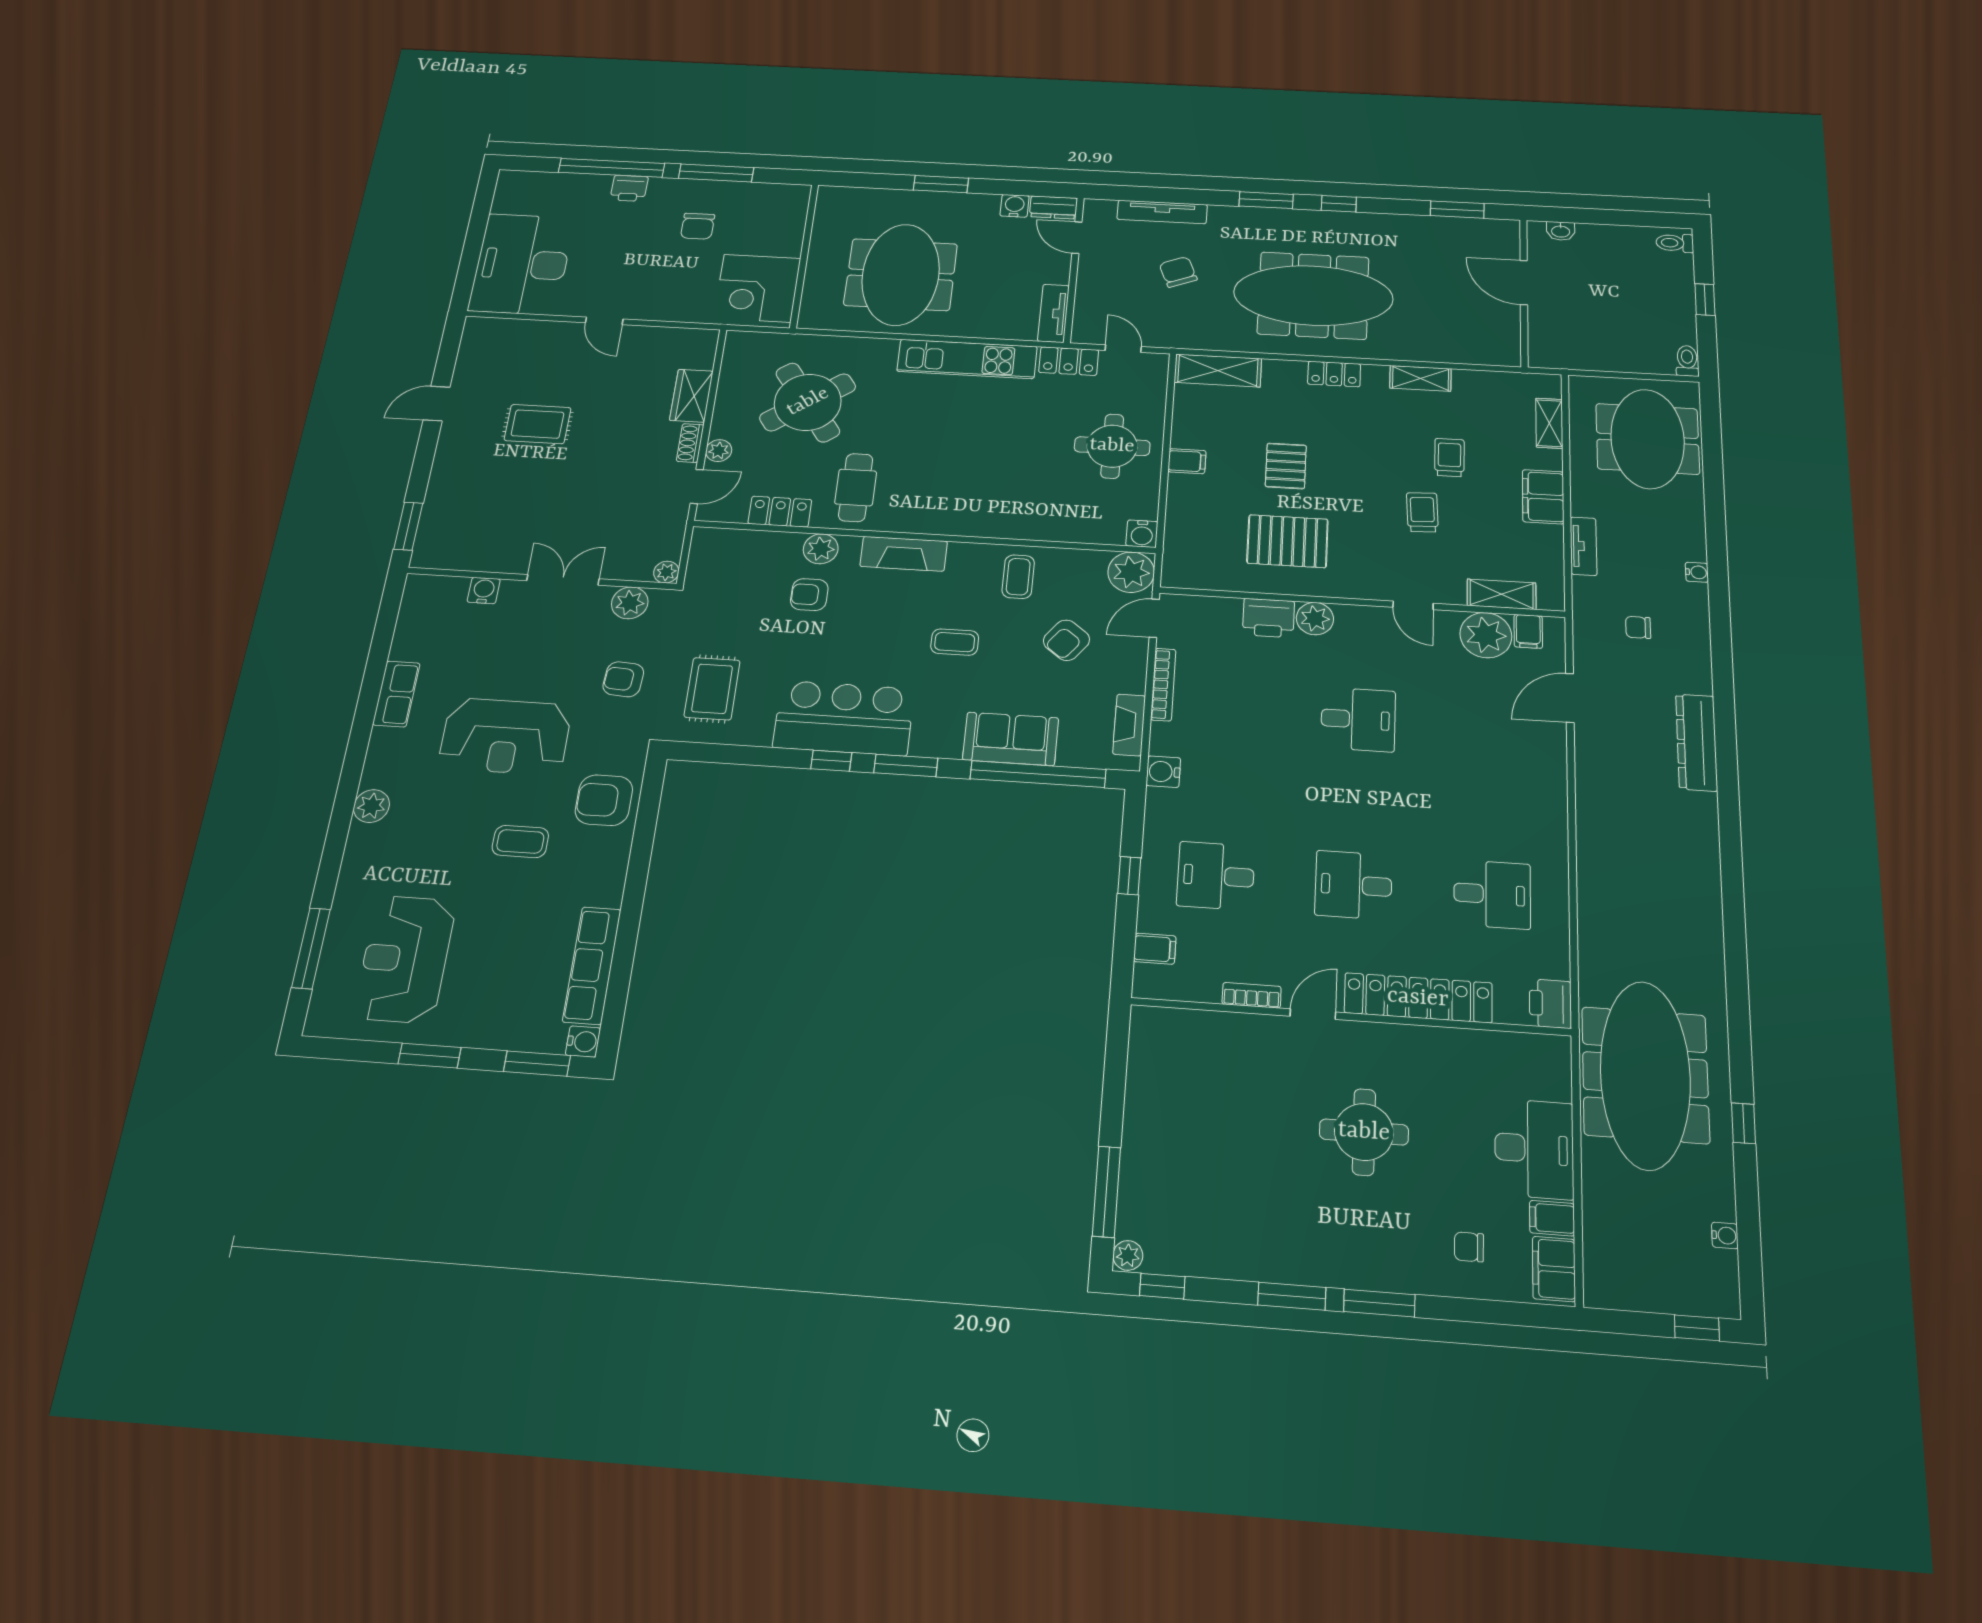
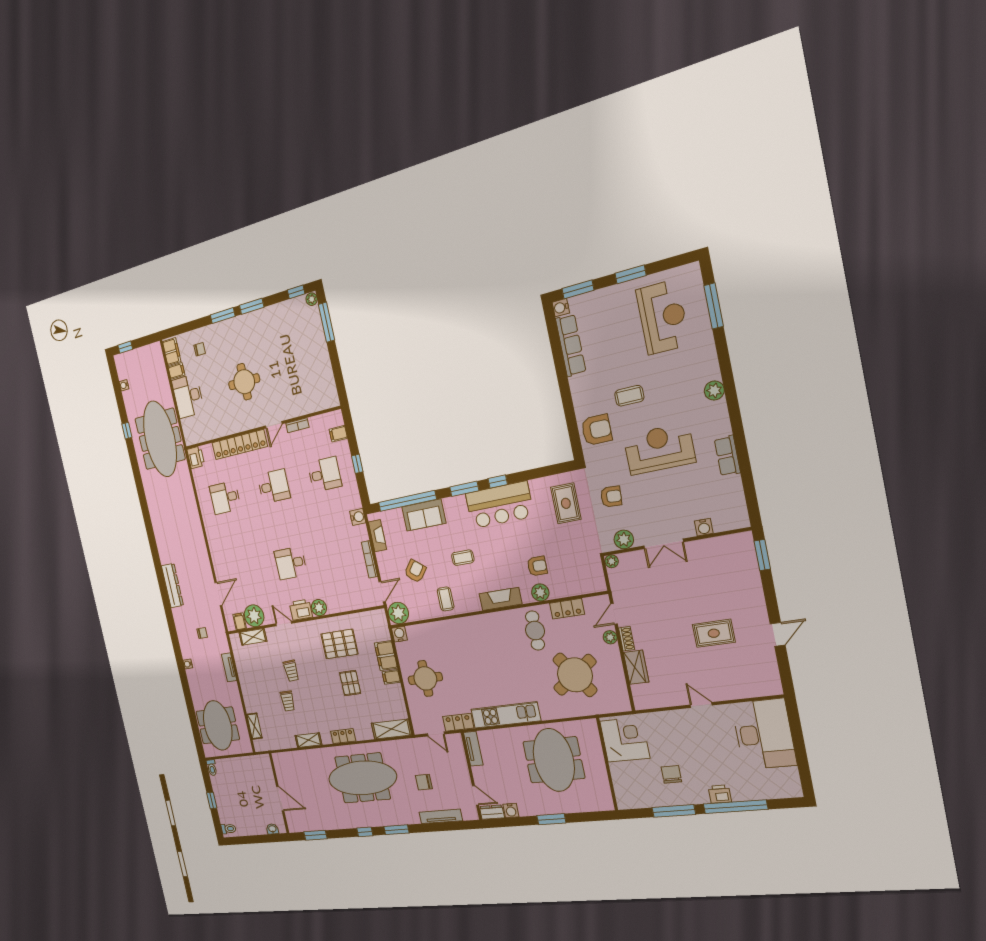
chair: (1178, 272) -> (424, 782), turned 112
filing cabinet: (1543, 497) -> (386, 656), moved, turned 180
printer: (1268, 618) -> (301, 610), moved

